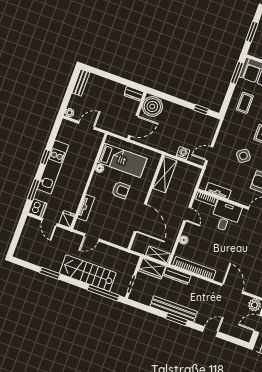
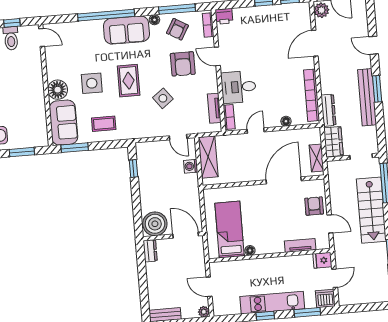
shelving: (165, 175) -> (208, 157), moved, turned 90
armchair: (121, 190) -> (314, 206), moved
shelving: (158, 255) -> (317, 158), moved

